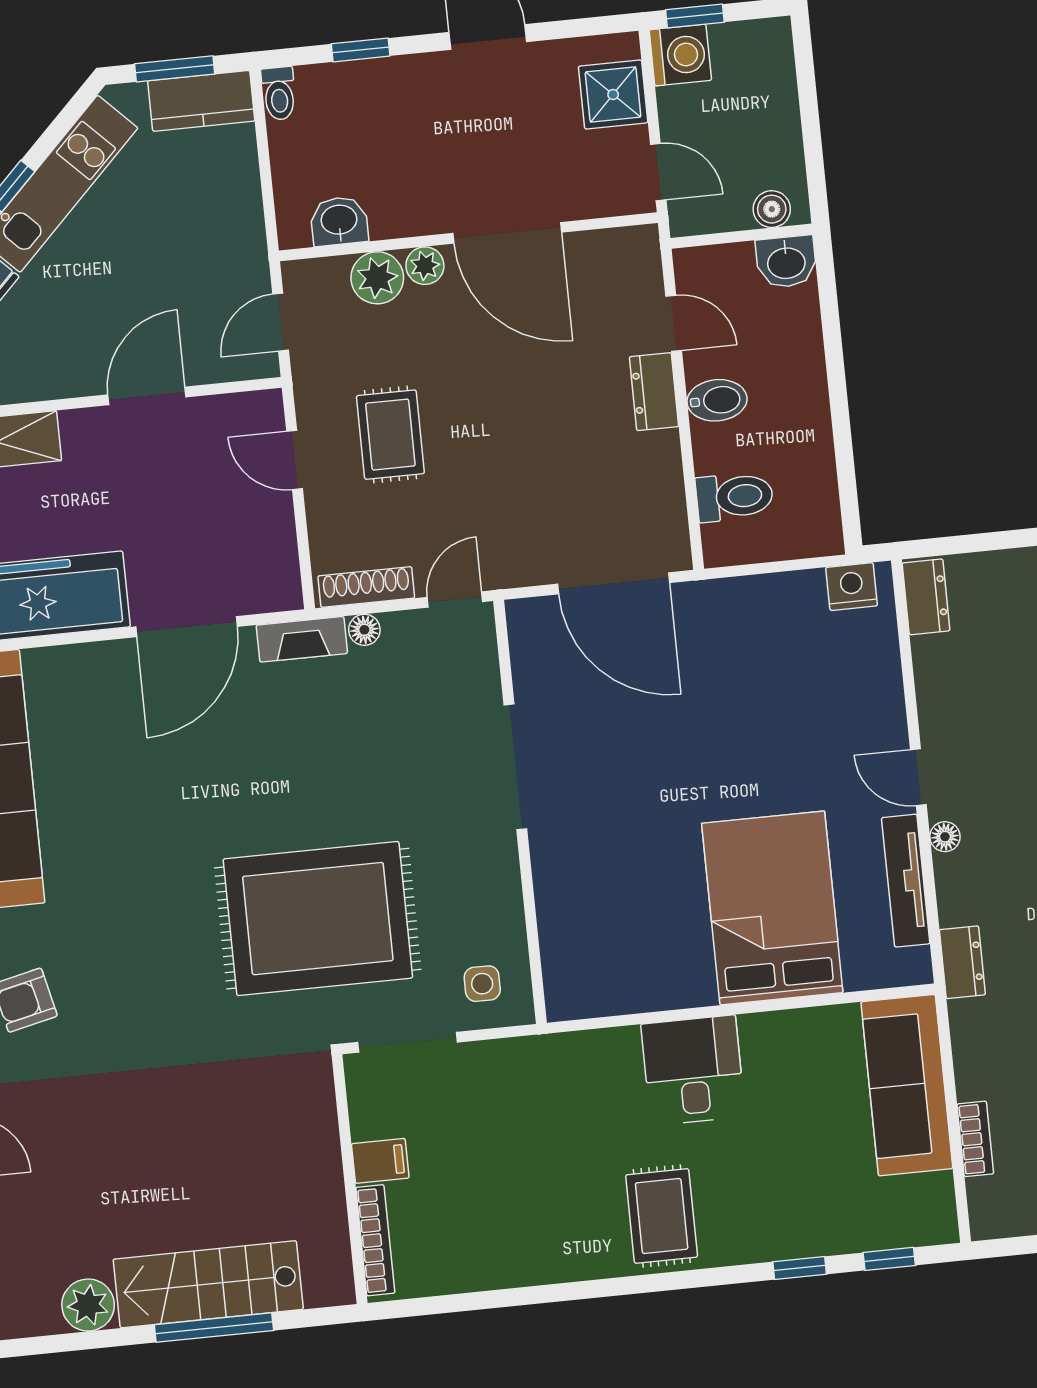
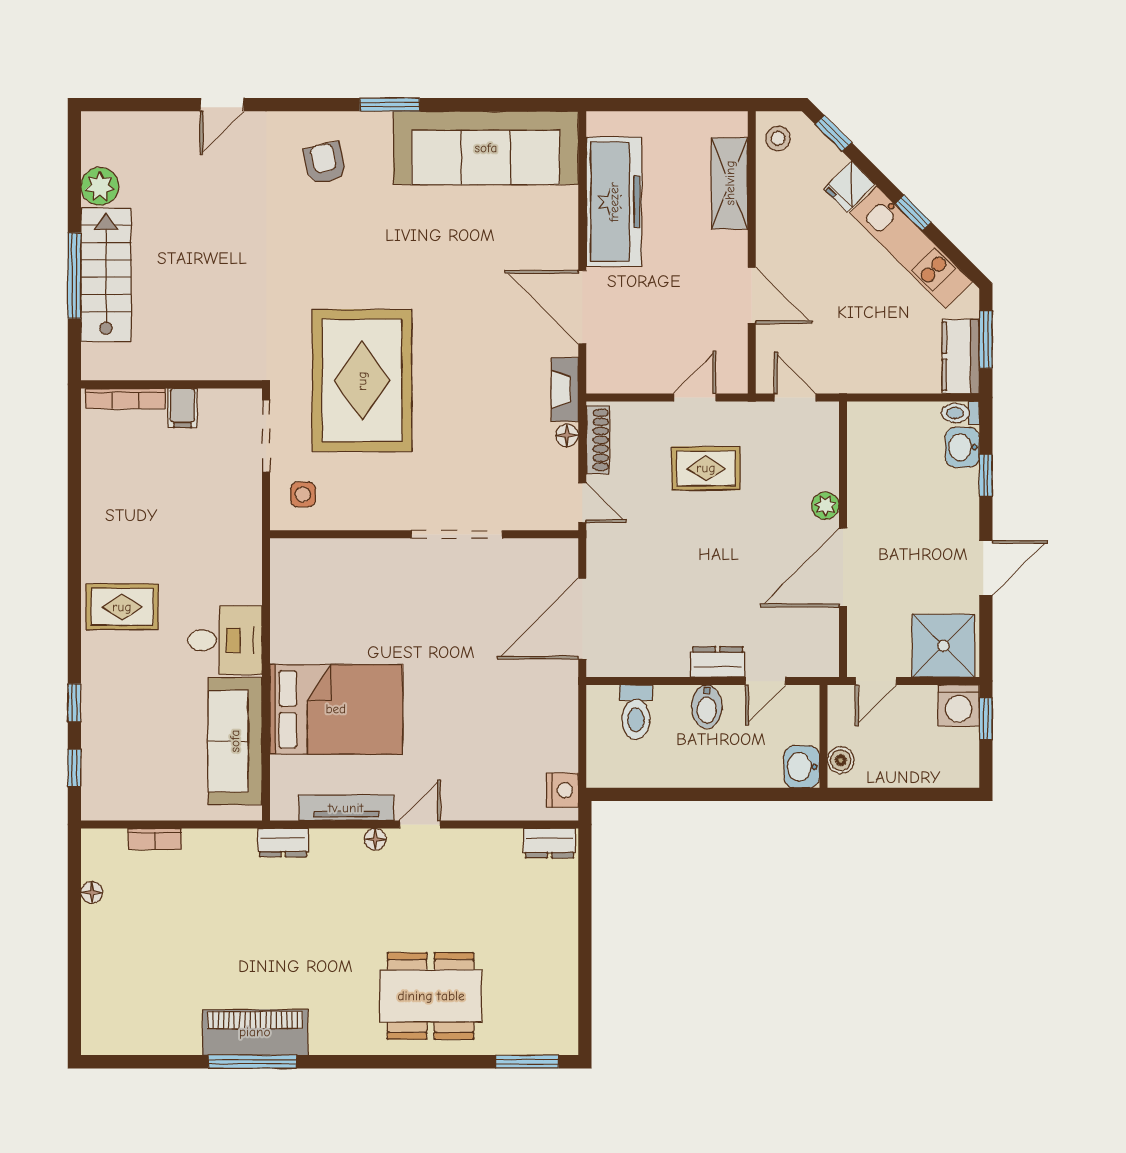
shower: (613, 95) -> (943, 646), width x1.36, depth x1.36
washbasin: (339, 221) -> (962, 447), moved, turned 180
plant: (377, 278) -> (820, 470), removed
sofa: (907, 1085) -> (235, 741), moved, turned -90

